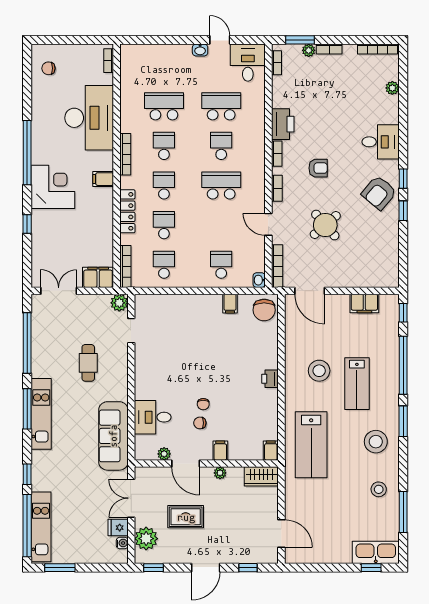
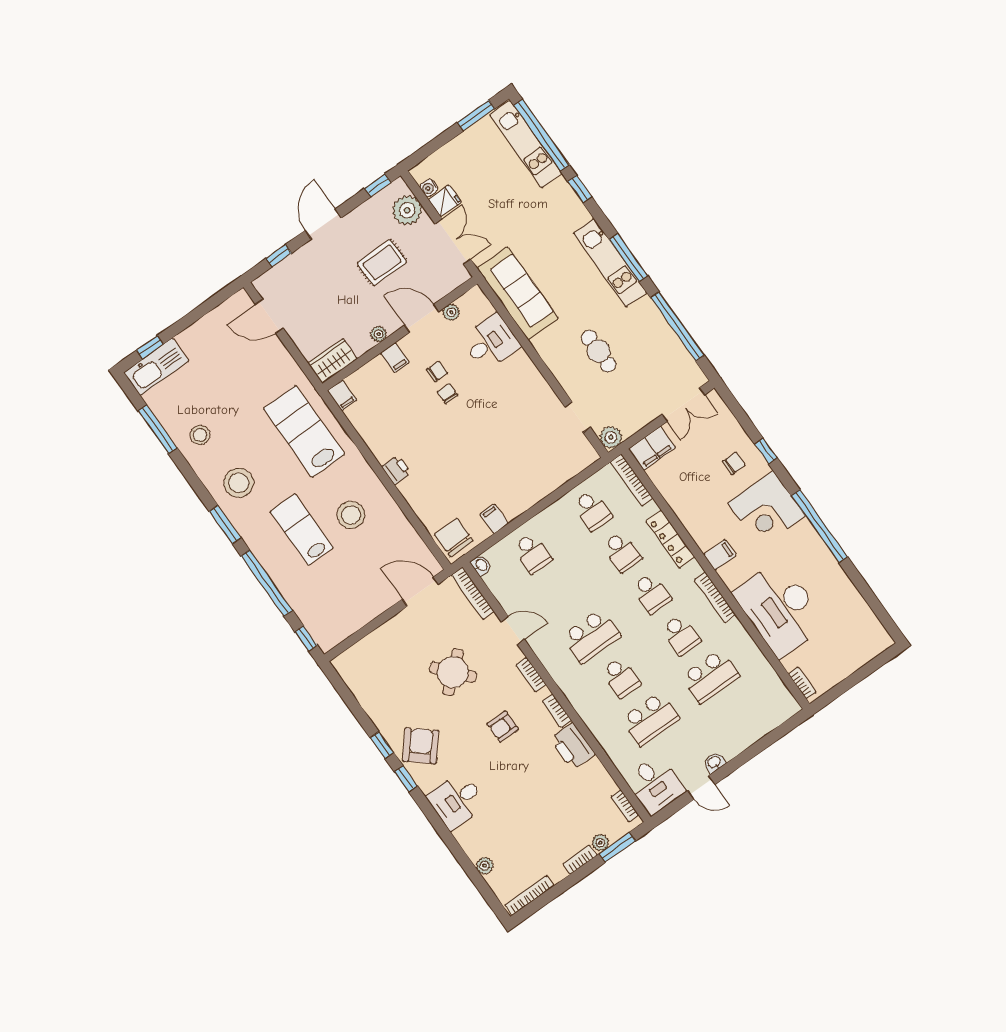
chair: (48, 68) -> (734, 463), moved
filing cabinet: (364, 303) -> (354, 619), removed

